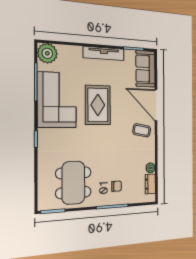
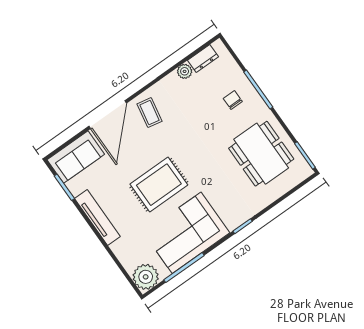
dining table: (73, 183) -> (261, 154), turned 90

